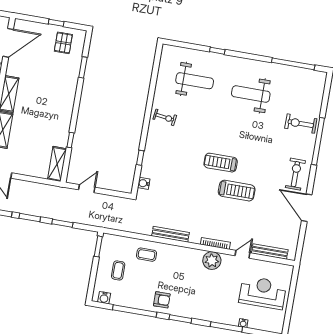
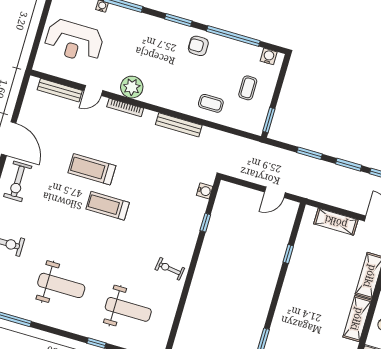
weight bench: (195, 81) -> (128, 309), turned 180
treadmill: (221, 163) -> (108, 206), turned 180
shelving: (57, 164) -> (336, 222), moved, turned 90

